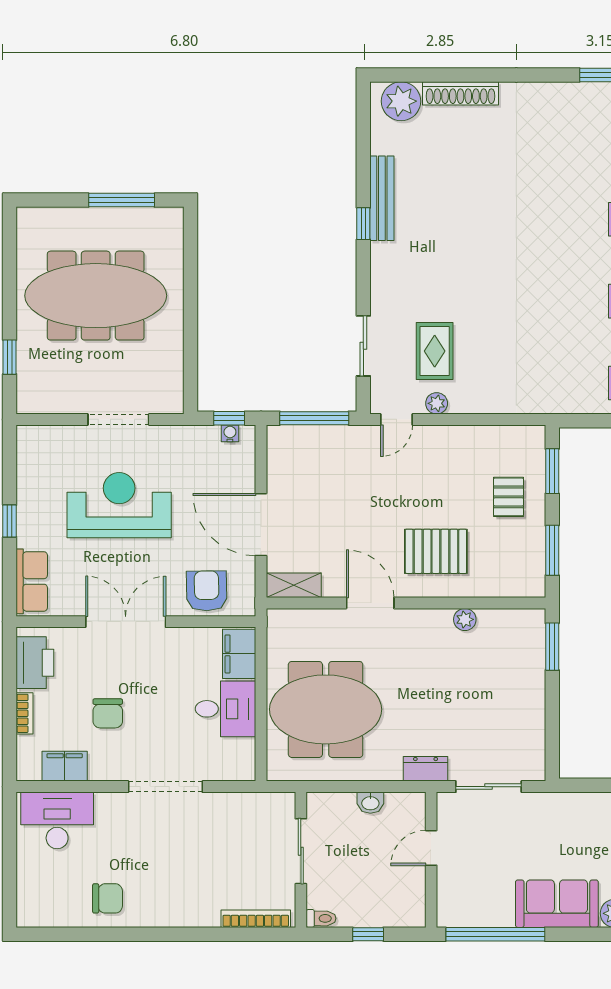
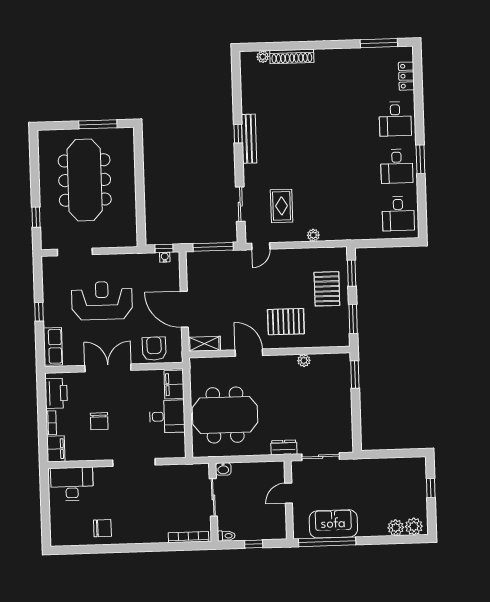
plant: (401, 101) -> (263, 57), width x0.53, depth x0.53
bench: (382, 198) -> (249, 139), moved
meeting table: (96, 296) -> (85, 180), turned 90
plant: (437, 403) -> (313, 235), moved
doorway: (118, 419) -> (75, 252), moved
pallet: (509, 497) -> (327, 289), width x1.50, depth x1.42
filing cabinet: (65, 766) -> (56, 449), moved, turned 90
washbasin: (370, 803) -> (223, 469), moved
sofa: (557, 904) -> (333, 524), moved

